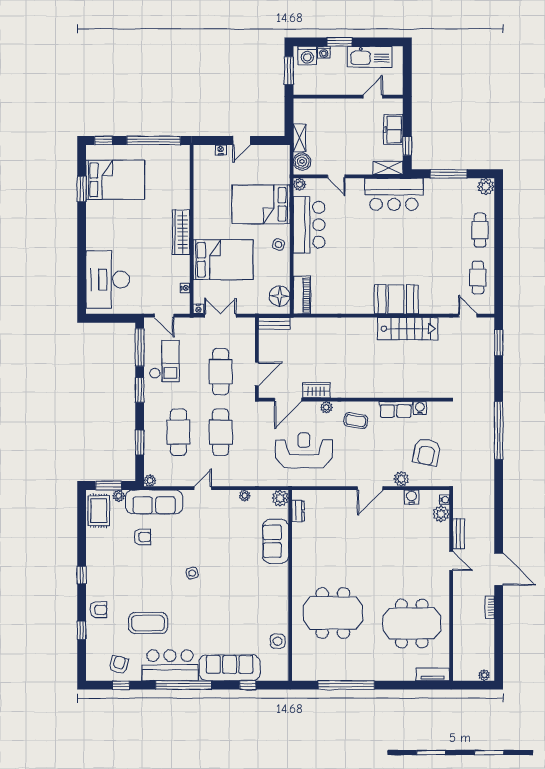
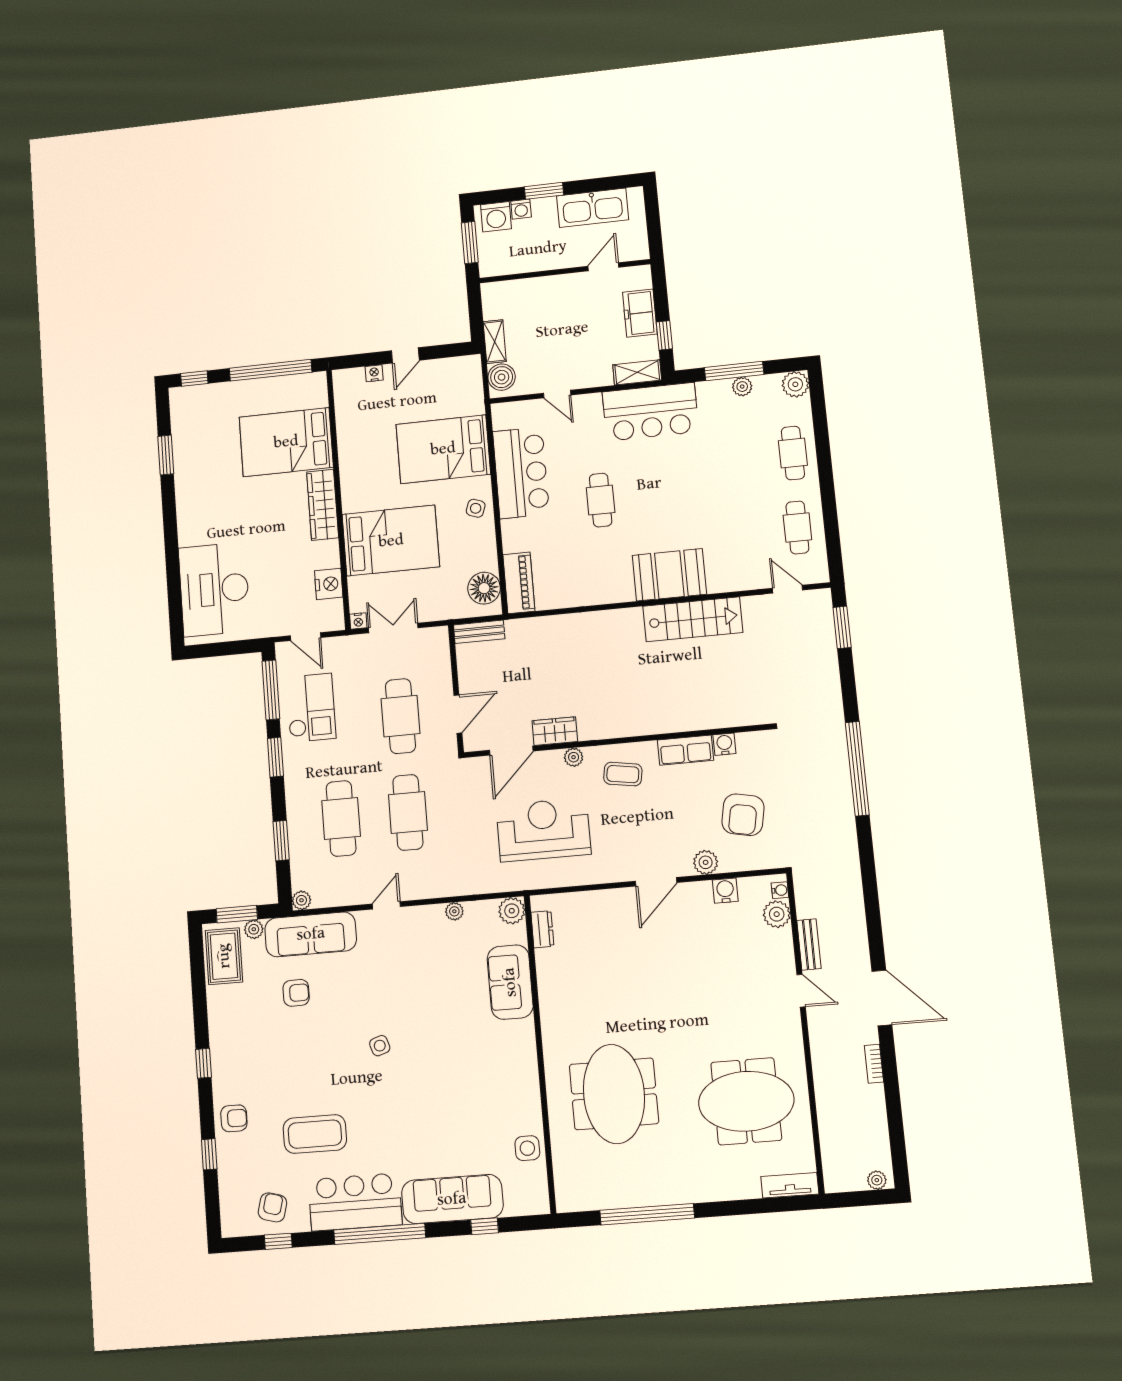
bed: (115, 180) -> (286, 442), moved, turned 180
plant: (300, 184) -> (742, 387), moved
cafe table: (358, 248) -> (601, 500), added
nightstand: (185, 288) -> (329, 584), width x1.89, depth x1.79
meeting table: (333, 613) -> (614, 1094), turned 90

